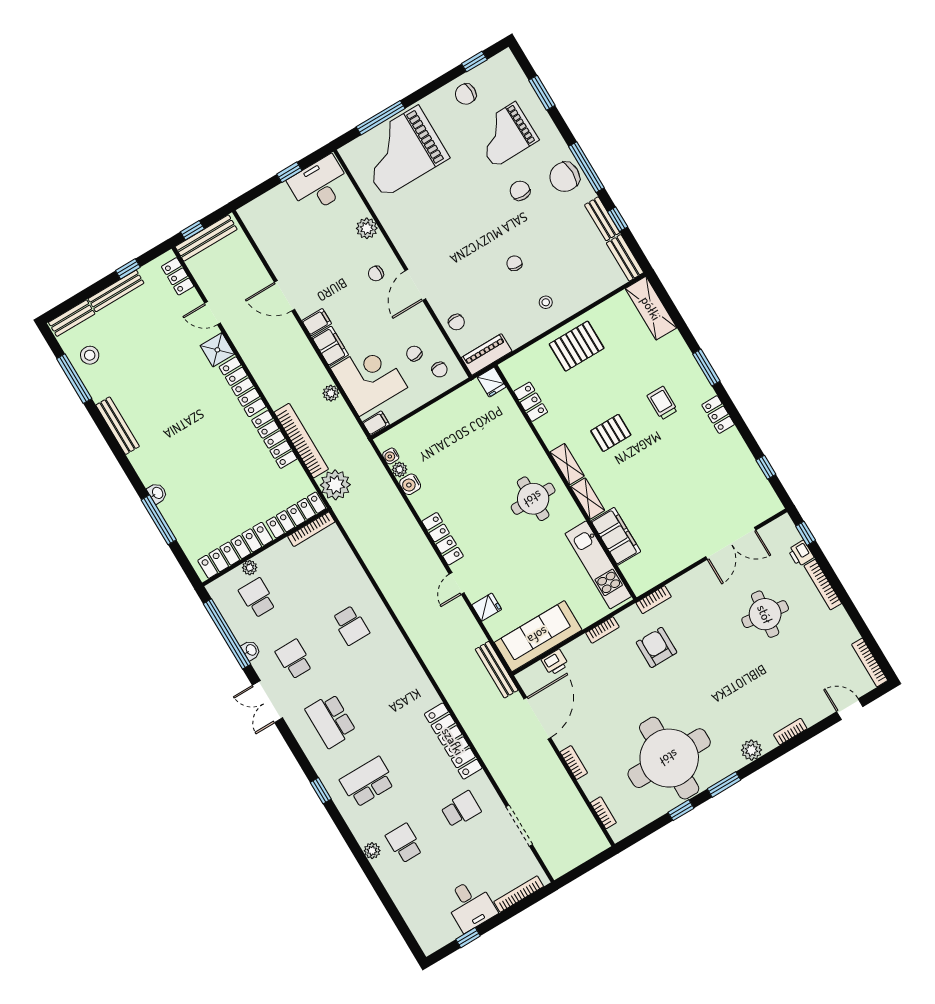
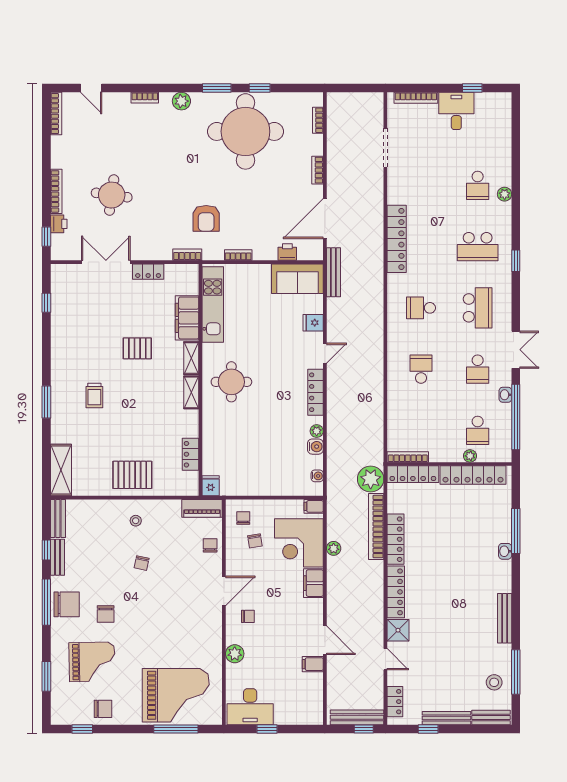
filing cabinet: (317, 322) -> (313, 664), moved
locker: (718, 415) -> (148, 272), moved, turned 90
pallet: (611, 433) -> (137, 348), moved
plant: (400, 469) -> (317, 431), moved
sofa: (538, 636) -> (297, 279), width x0.73
school desk: (461, 809) -> (421, 308), moved

